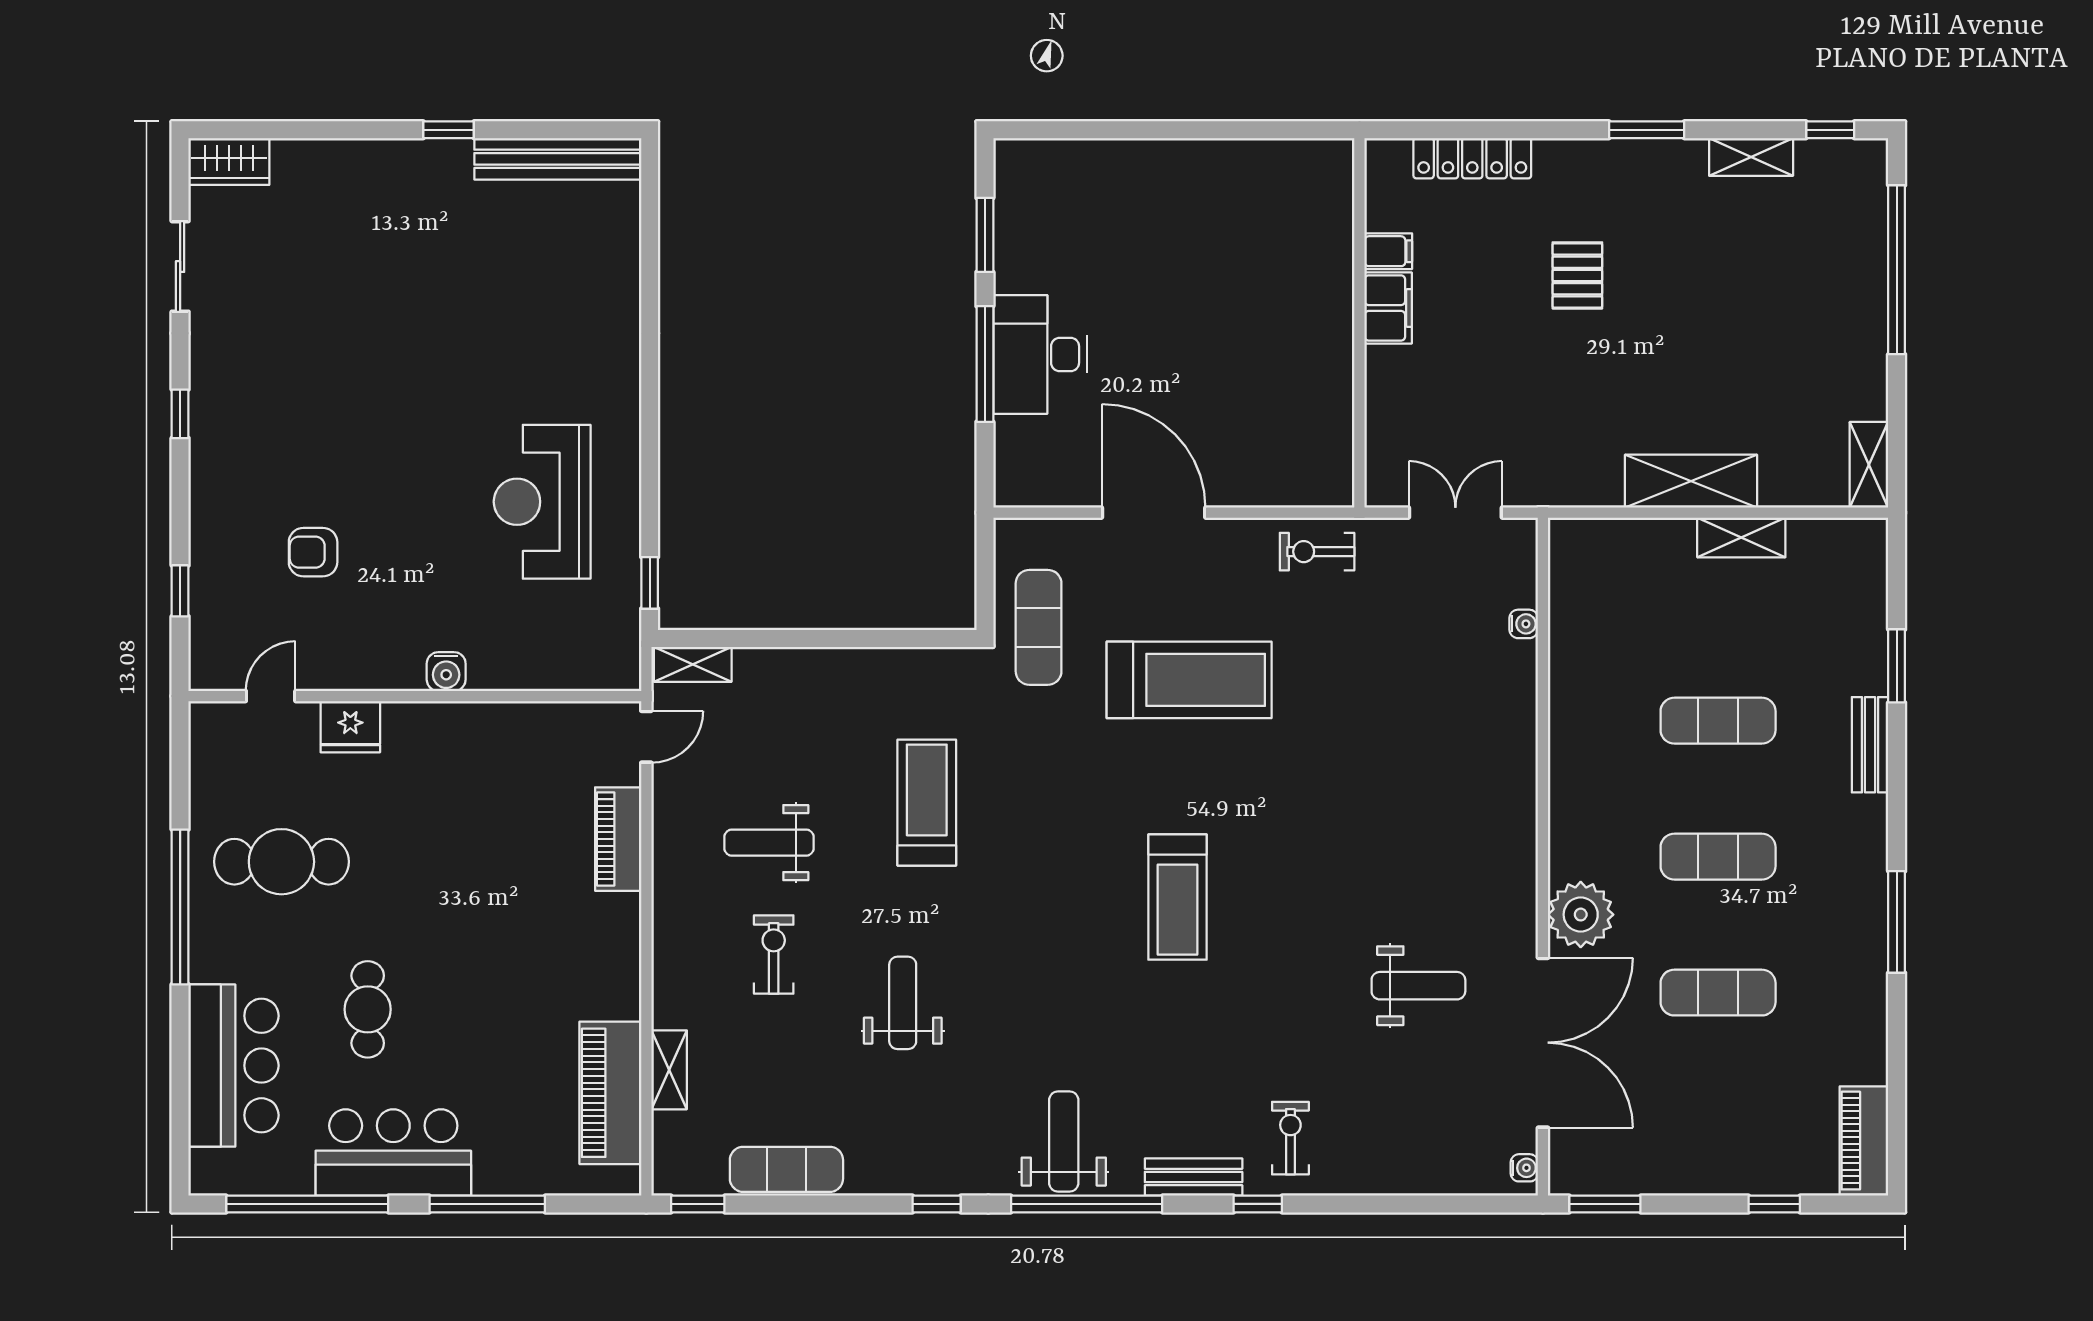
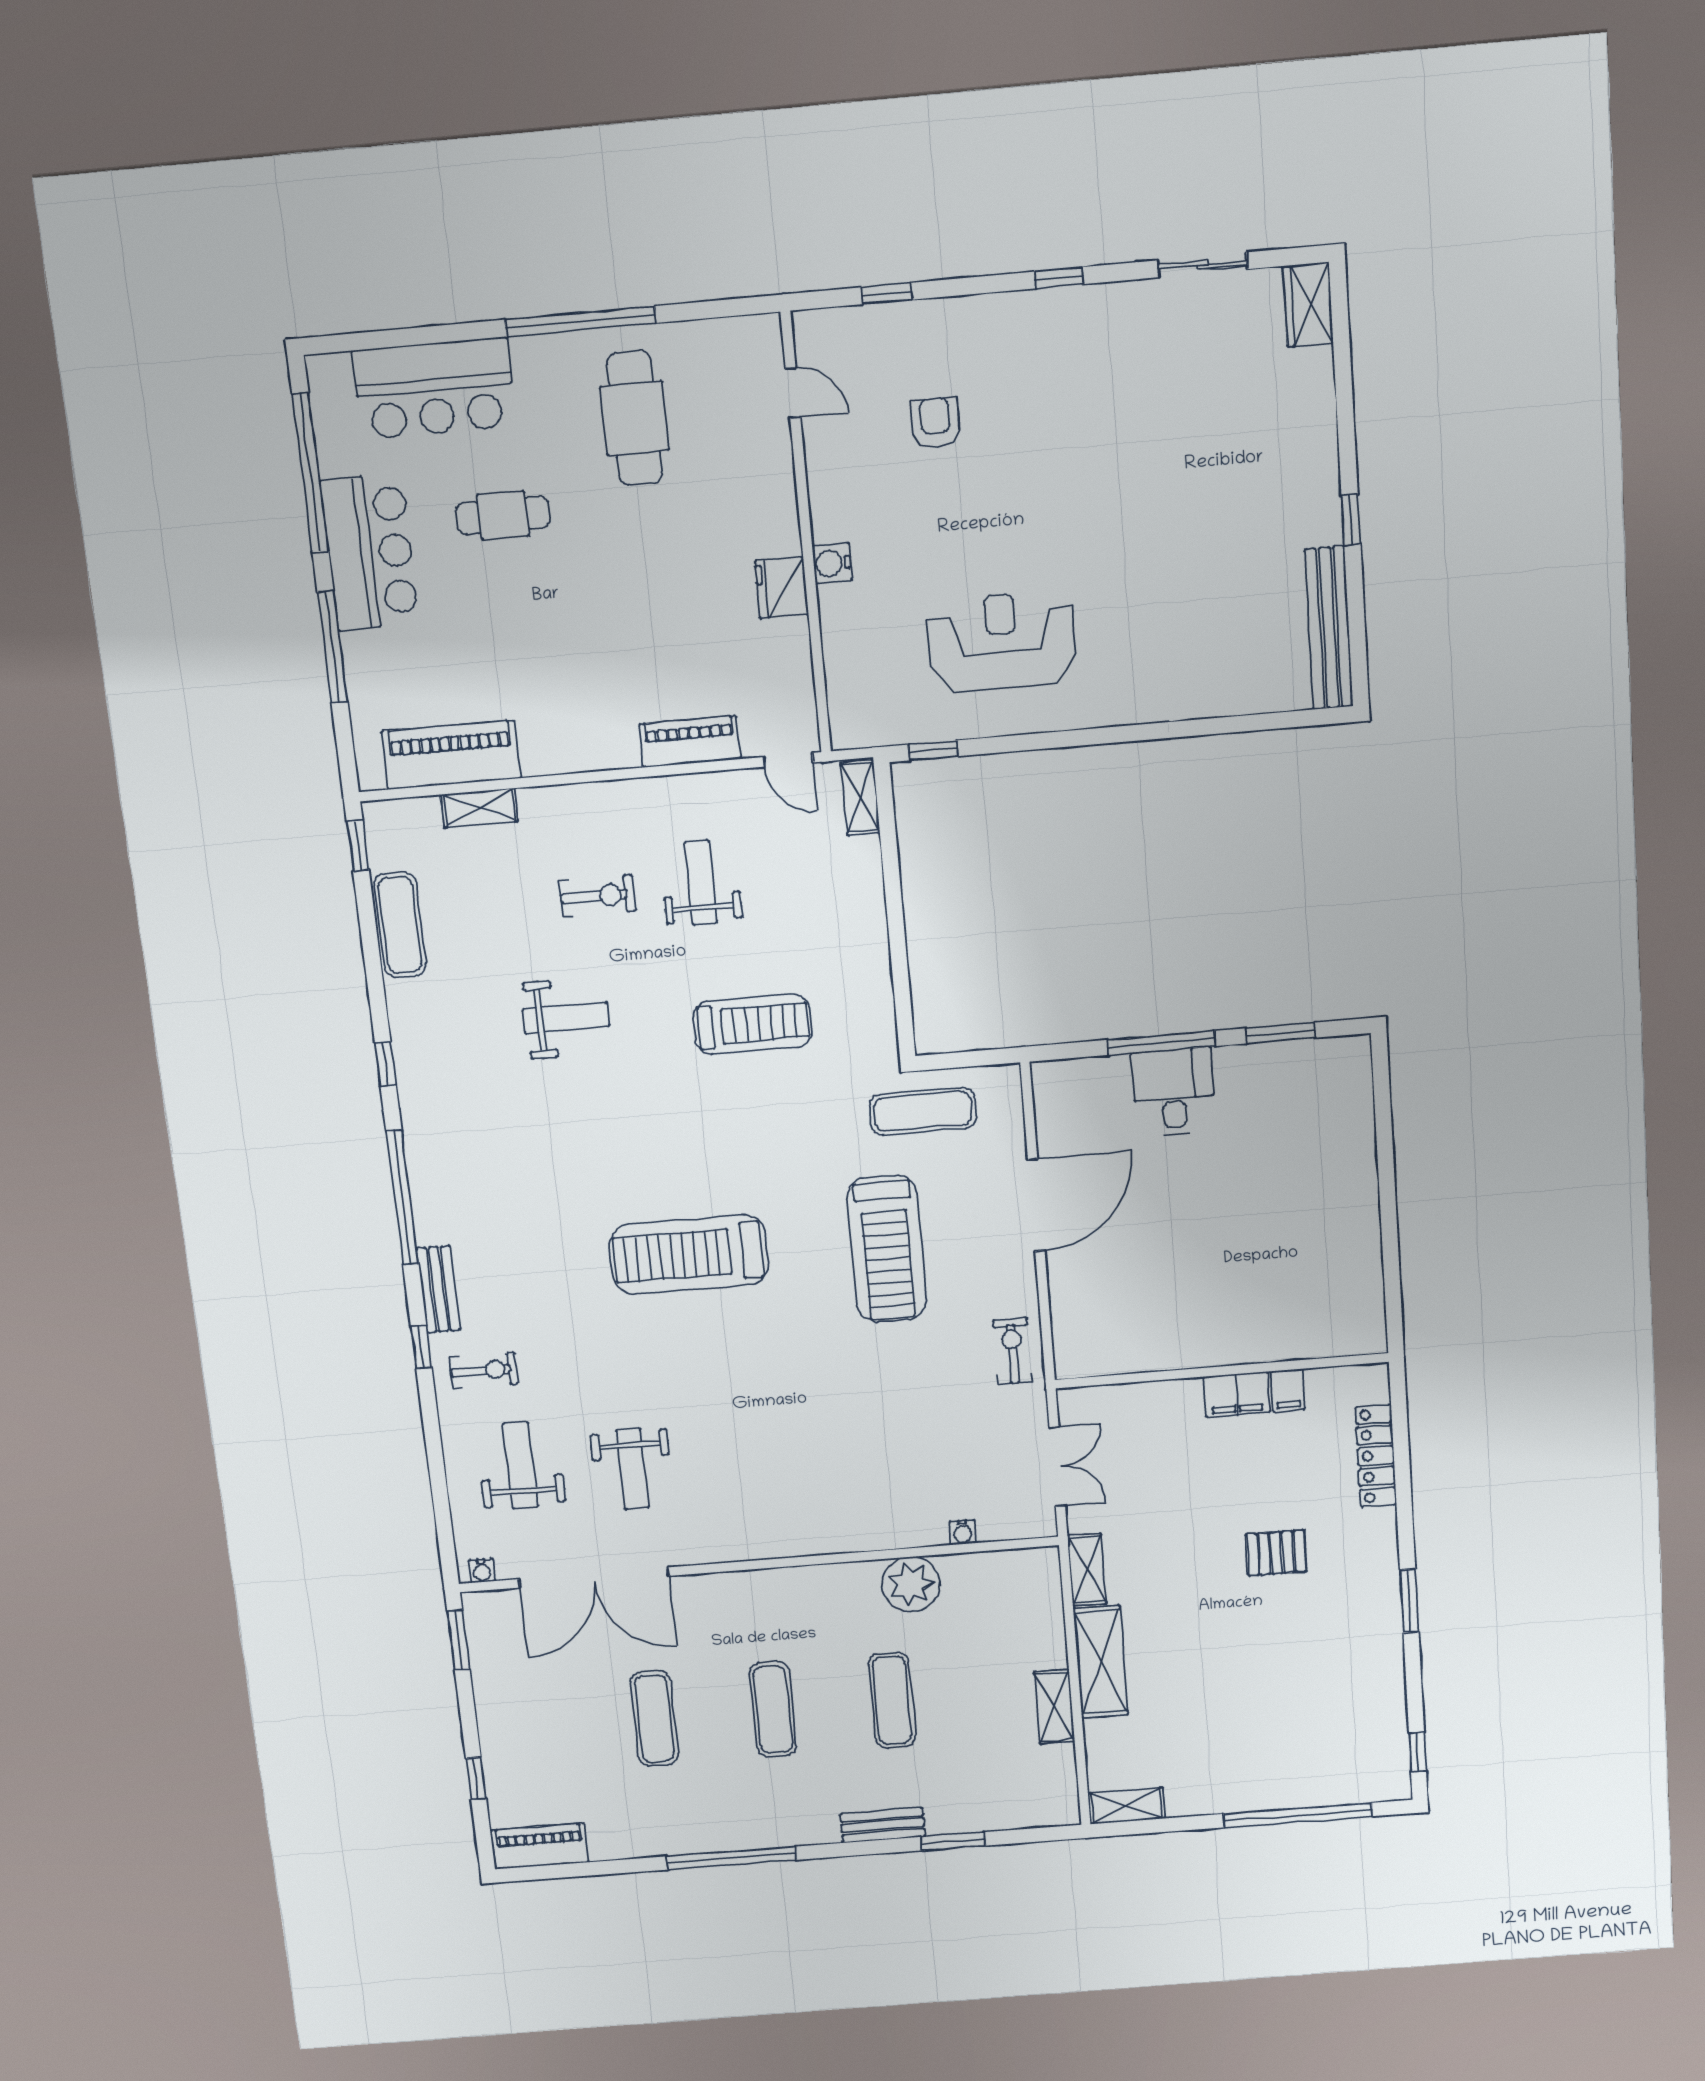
shelving: (1751, 157) -> (1087, 1570), moved
desk: (1040, 354) -> (1174, 1092), width x0.73
fridge: (350, 727) -> (782, 588), moved
treadmill: (1177, 897) -> (689, 1255), width x1.37, depth x1.38
plant: (1581, 915) -> (911, 1584), moved
window: (1897, 922) -> (731, 1858), width x1.46
weight bench: (1064, 1142) -> (520, 1466), moved, turned -90

